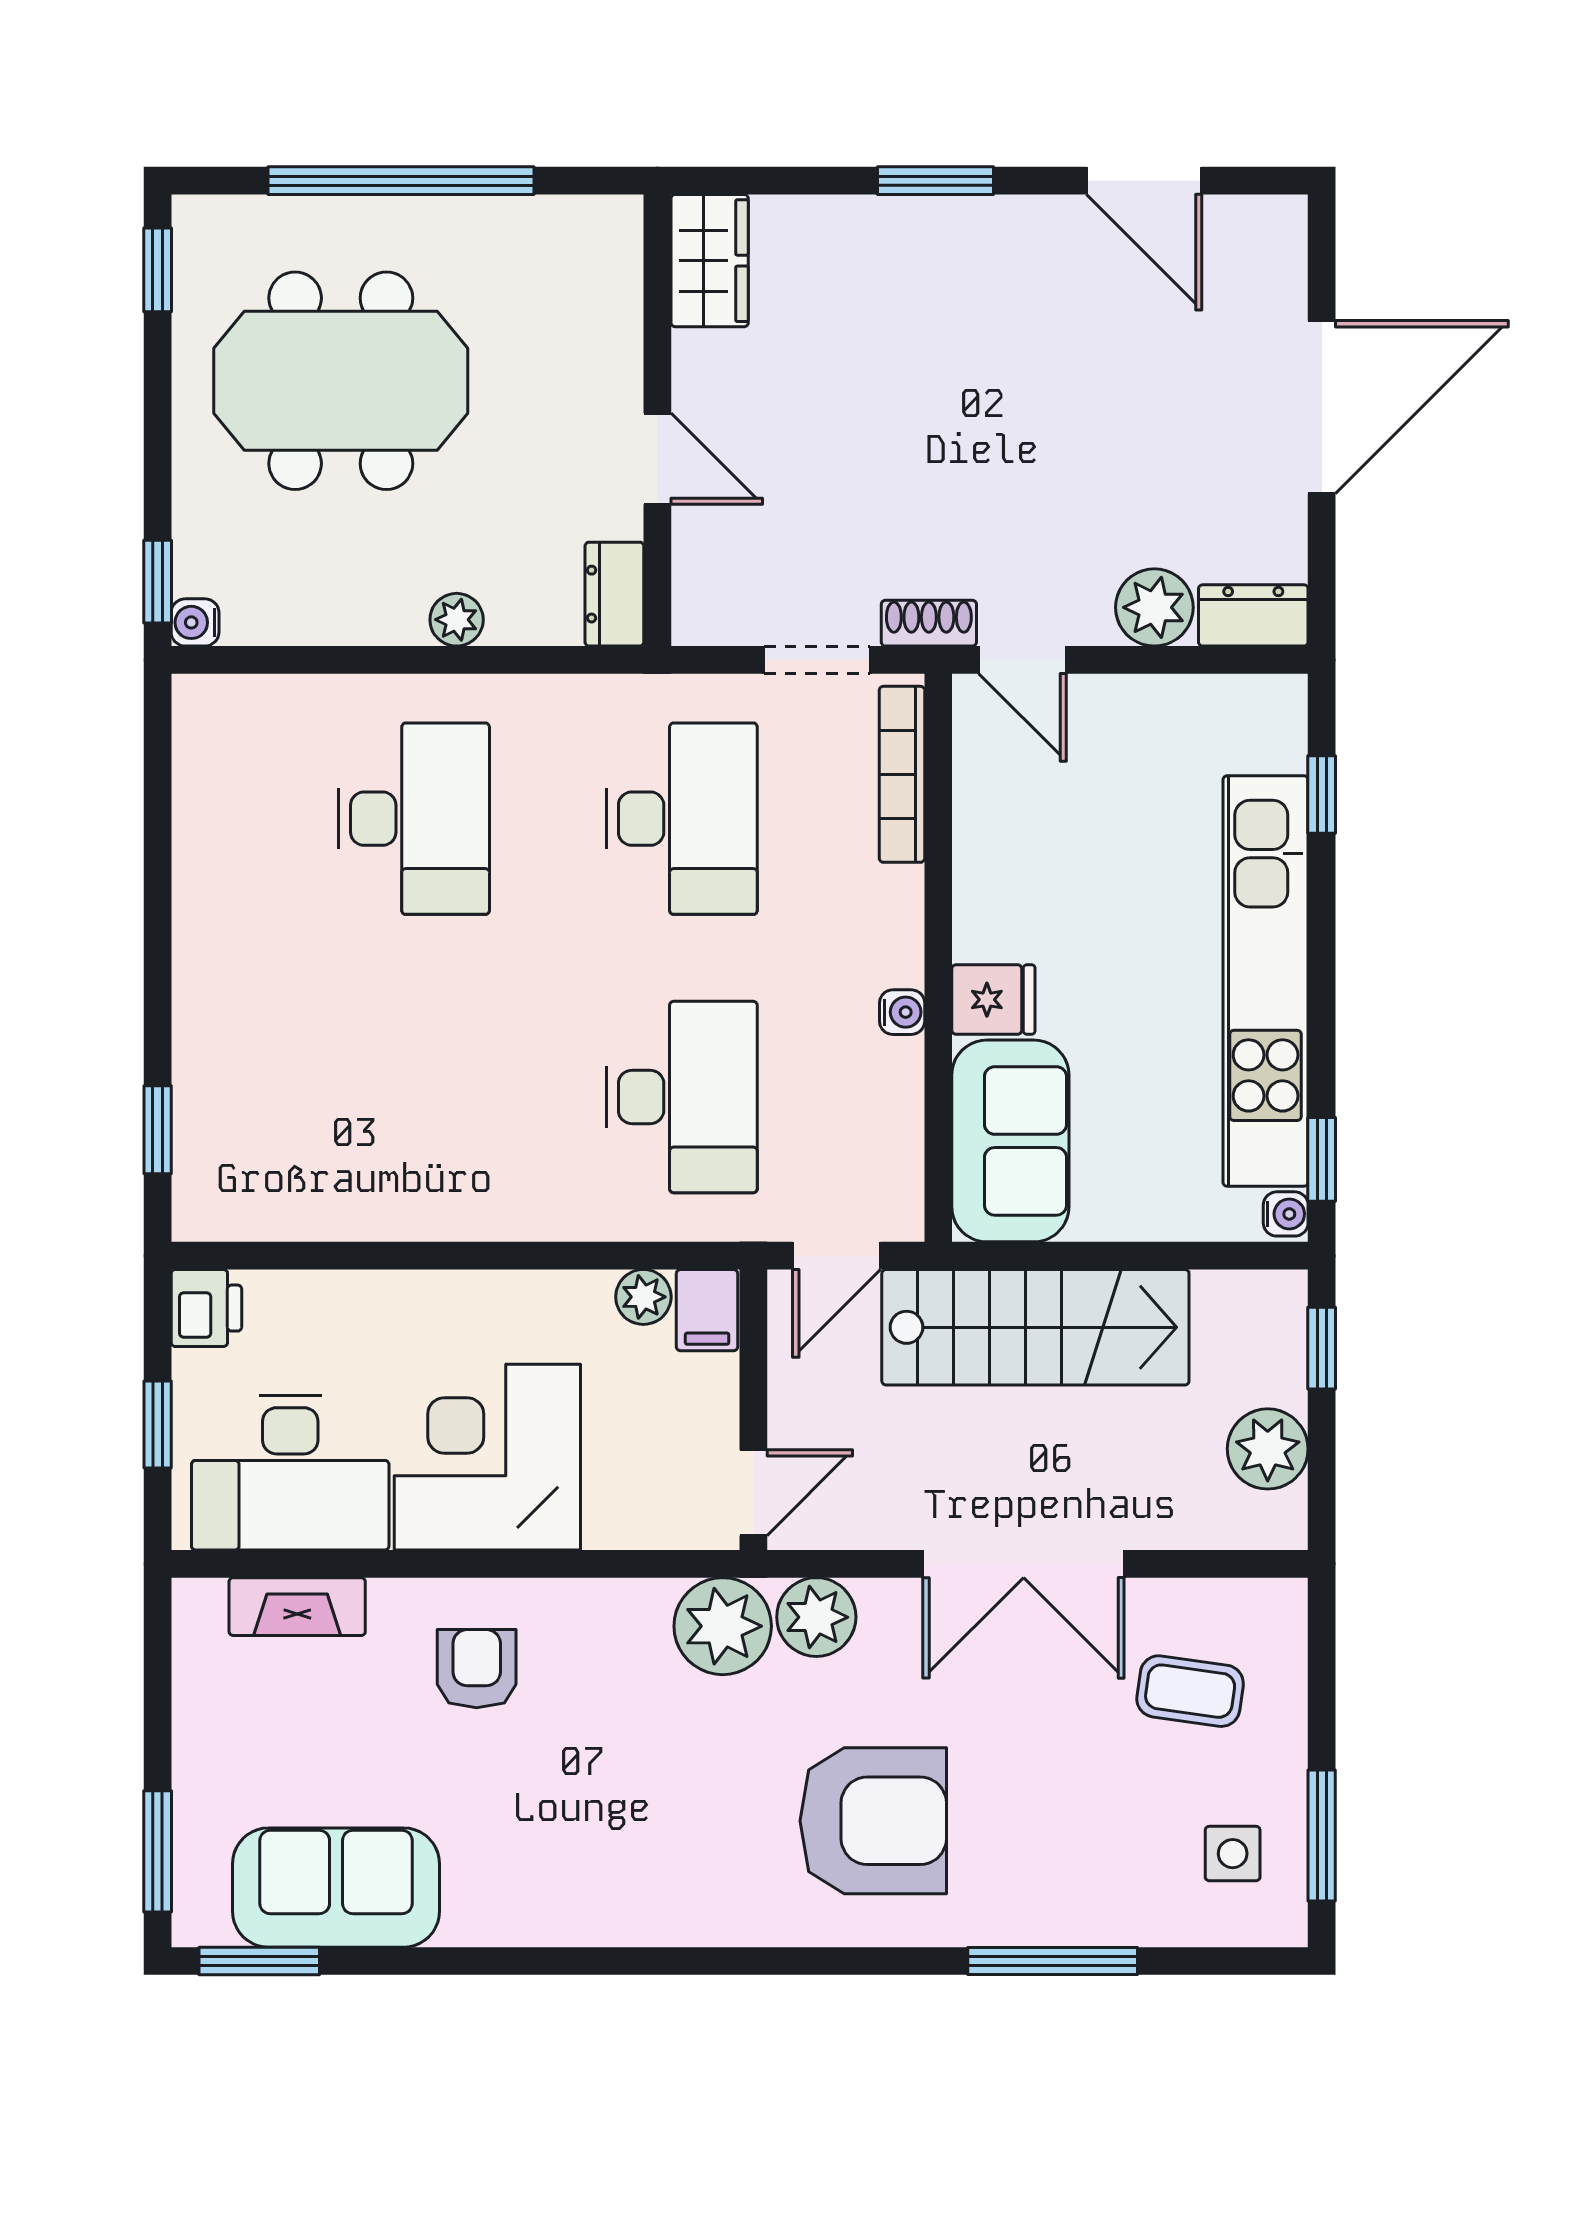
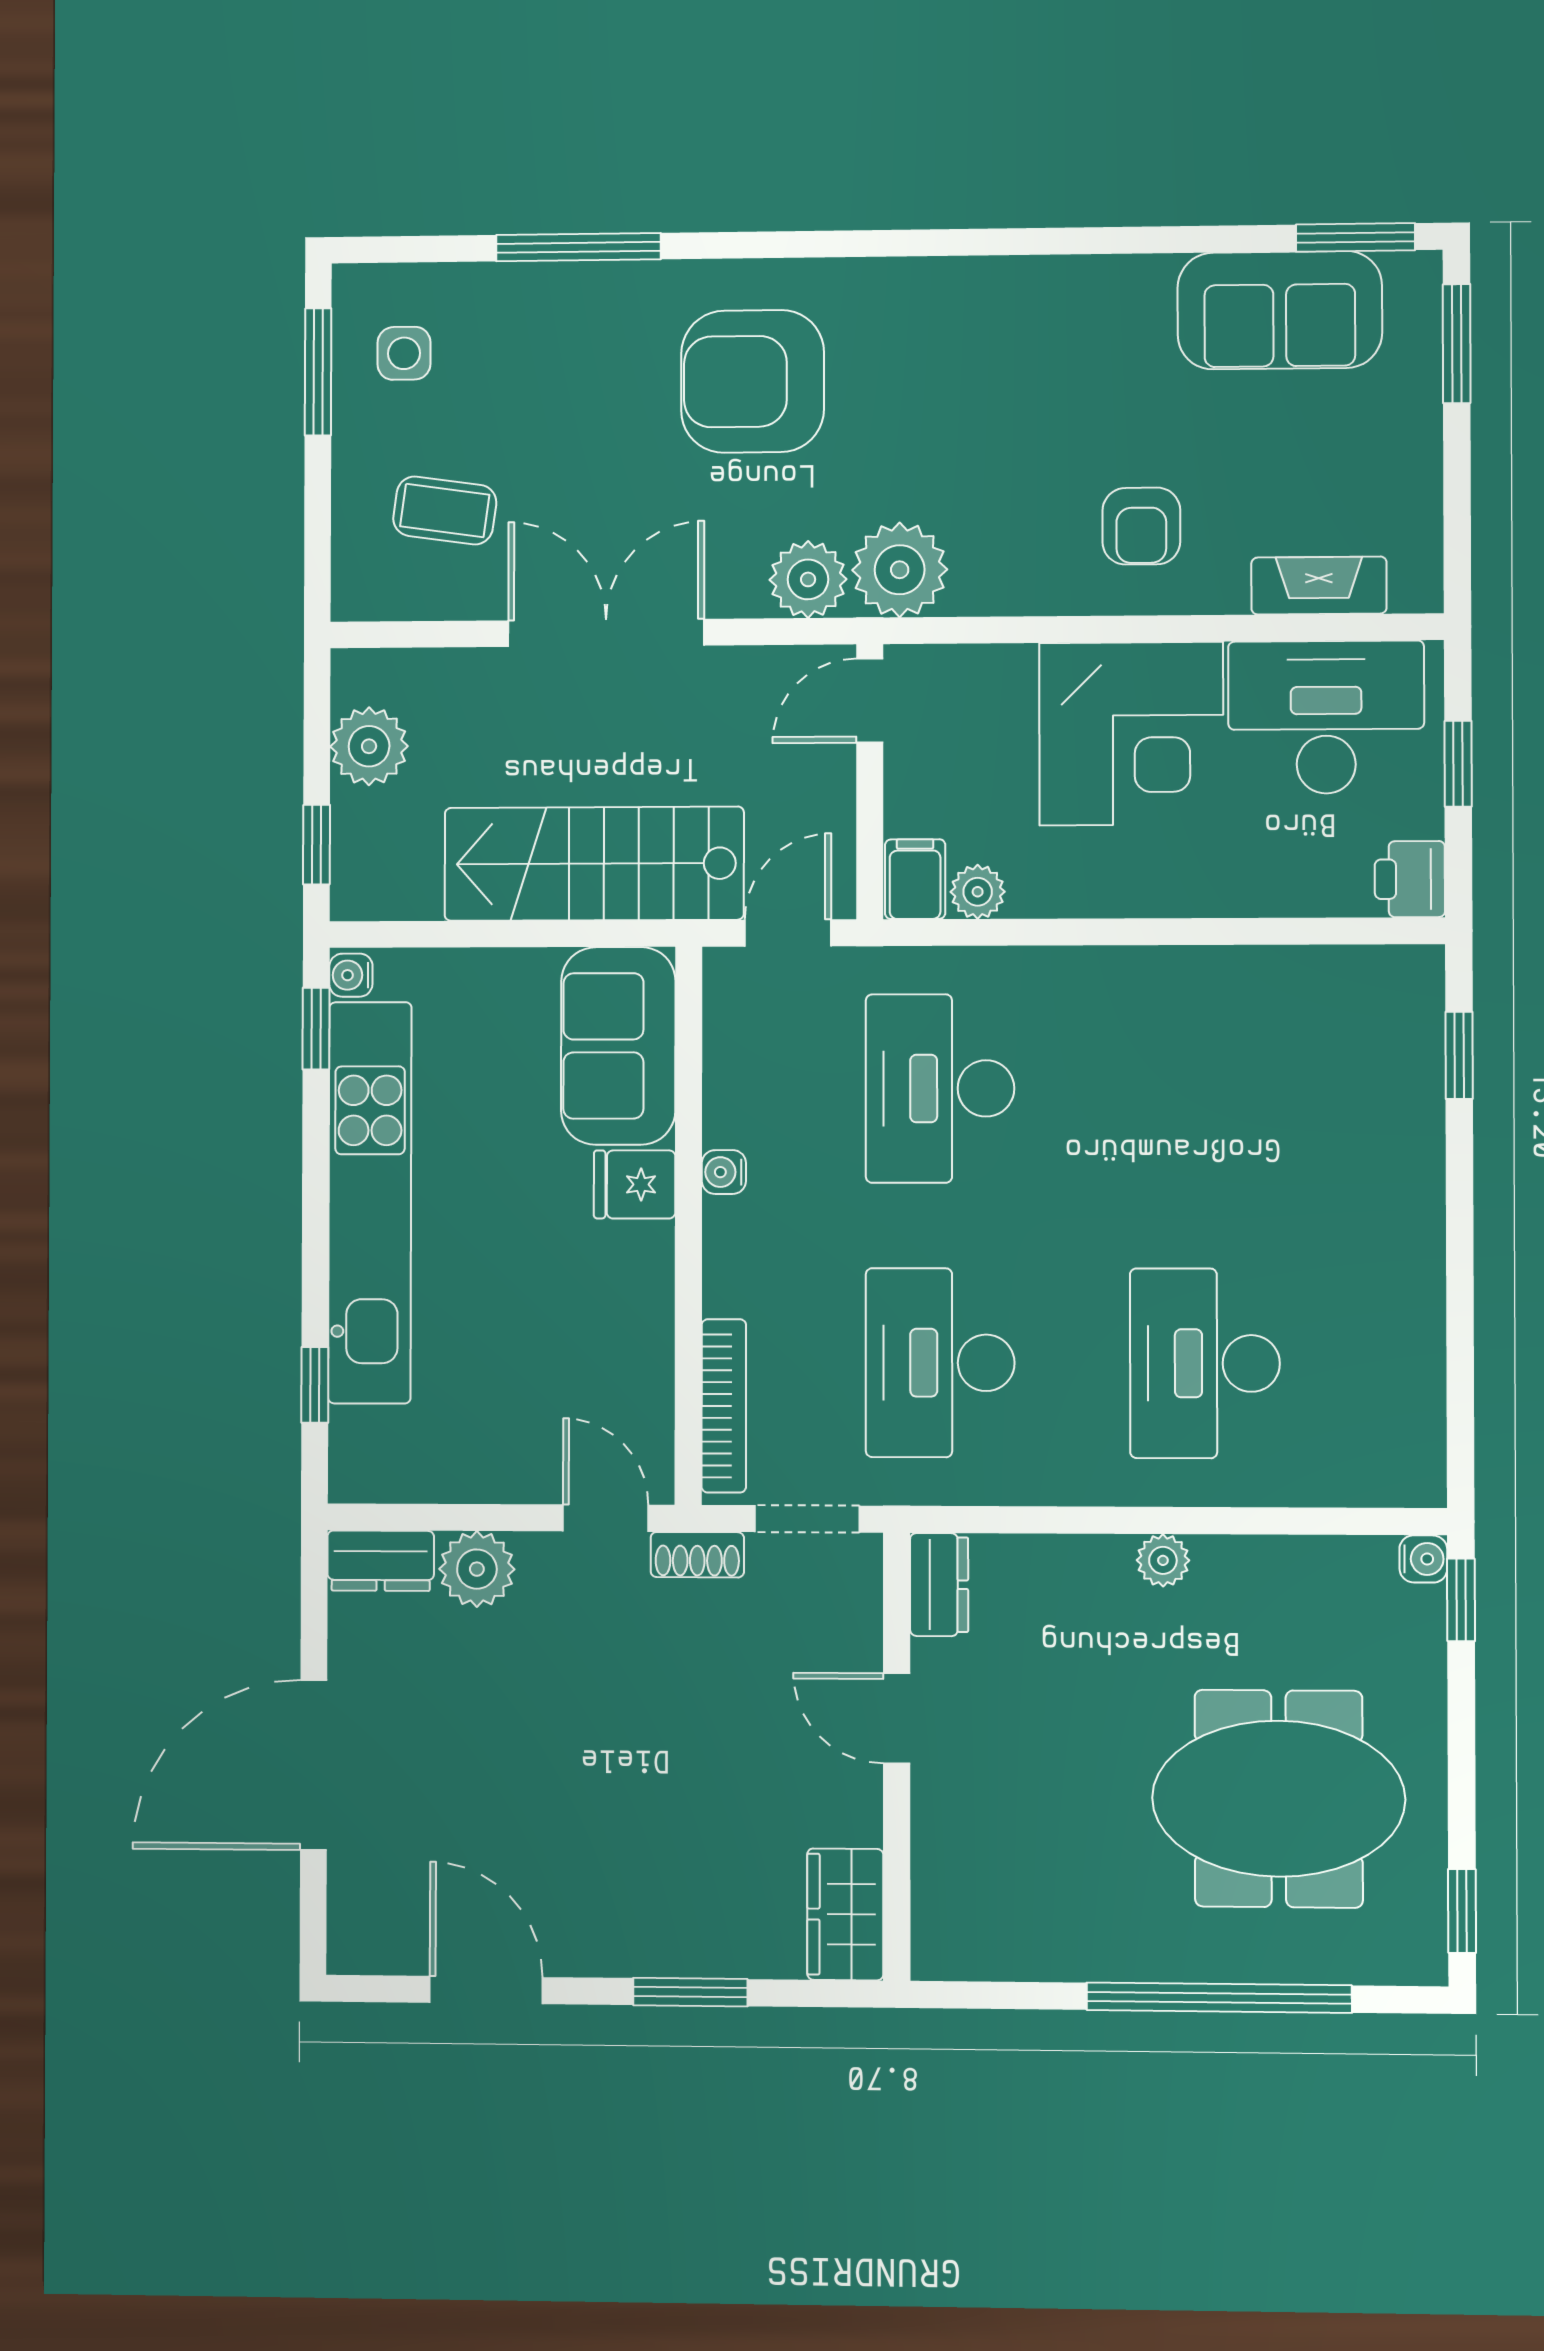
wardrobe: (710, 261) -> (845, 1914), moved
wall: (657, 420) -> (897, 1757), moved
door: (657, 459) -> (897, 1718), moved
dresser: (614, 594) -> (939, 1585), moved

